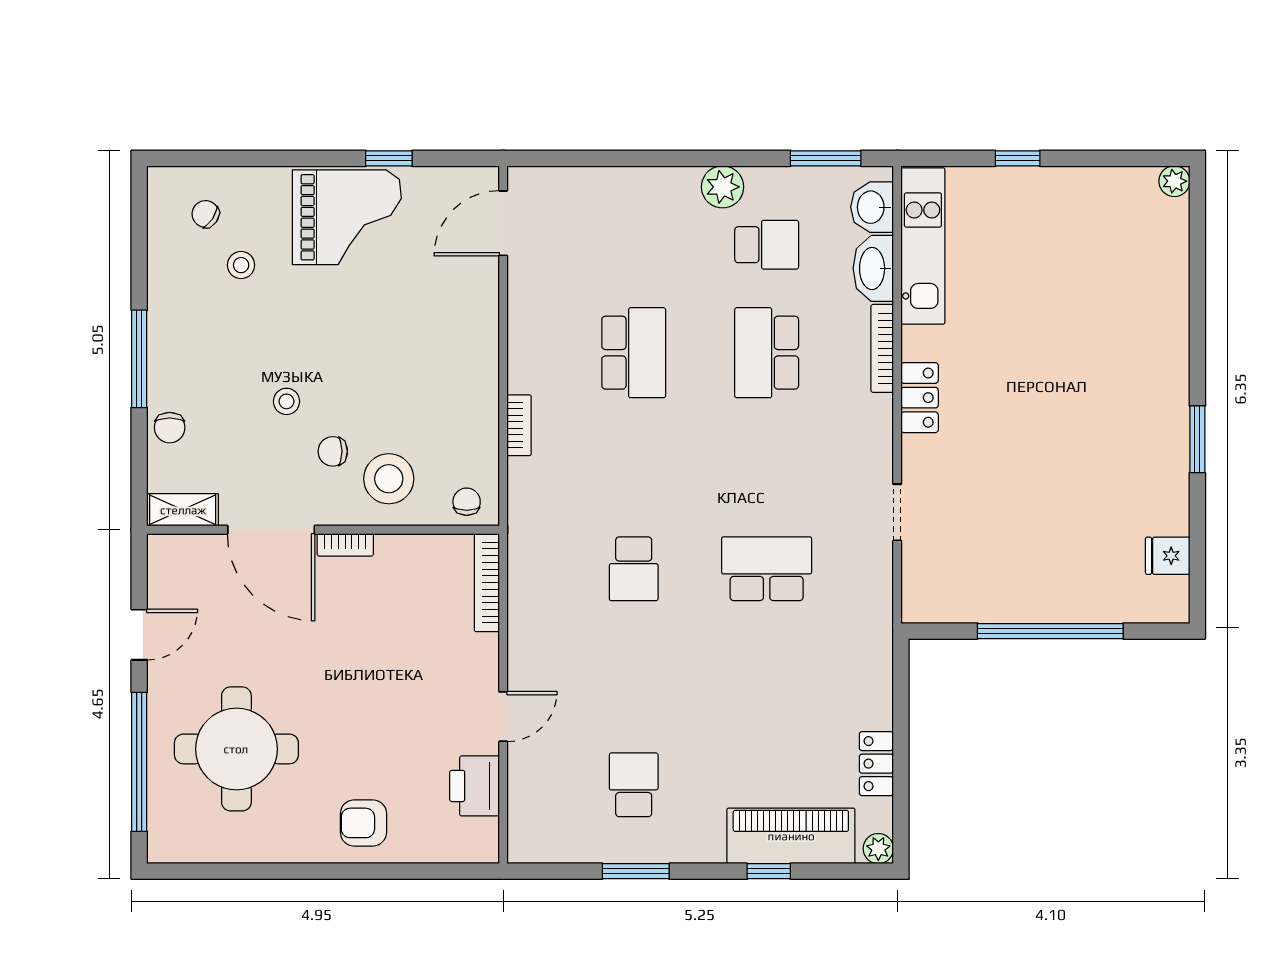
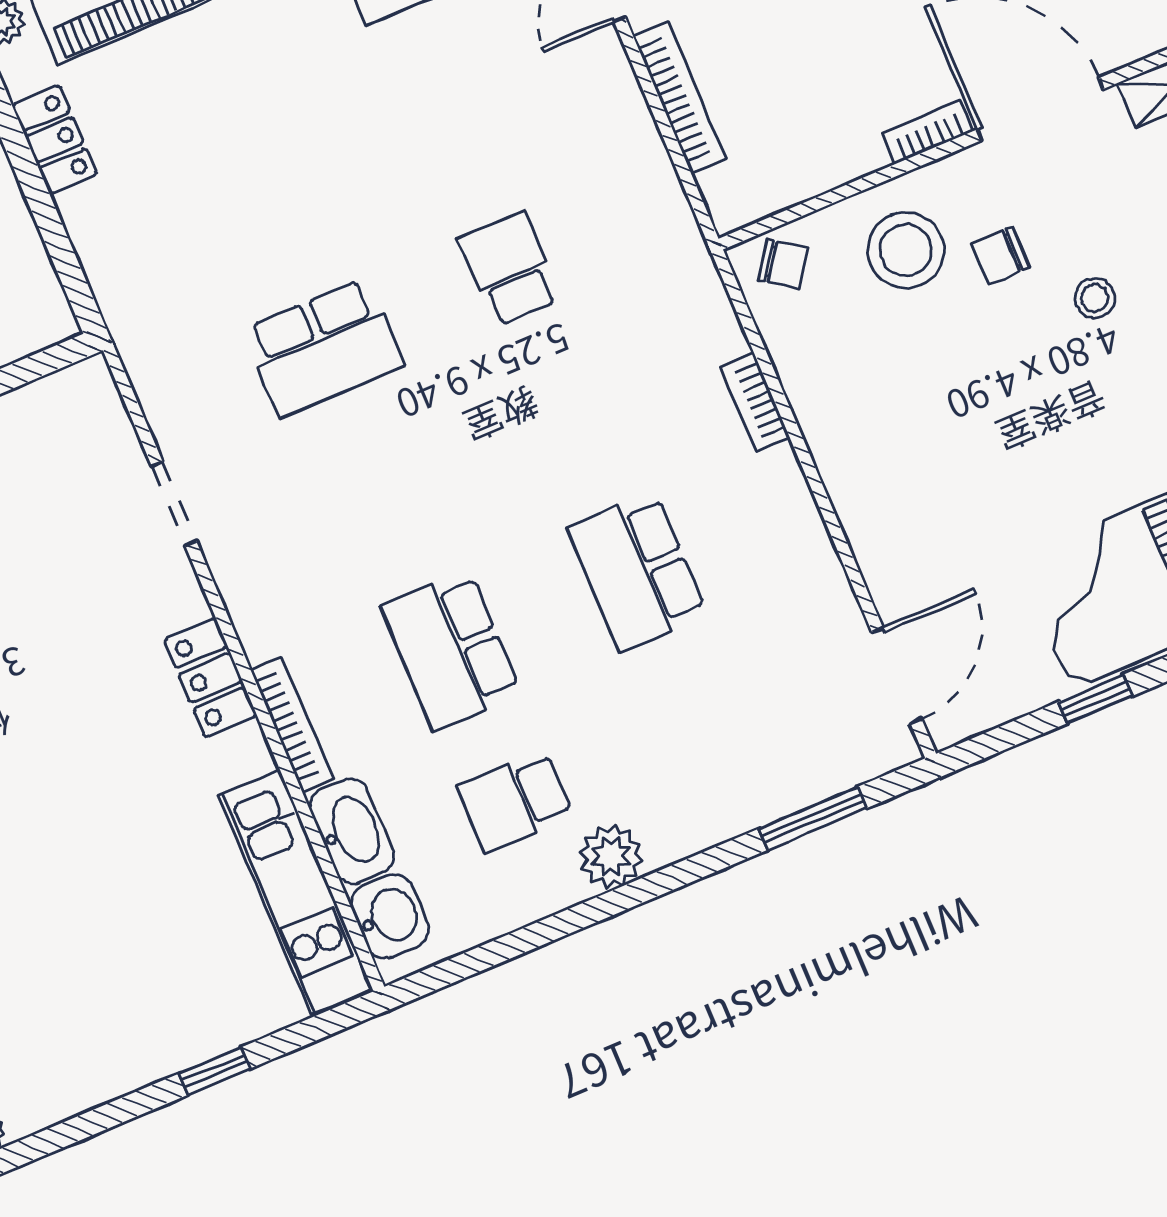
window: (826, 158) -> (813, 818), moved
school desk: (767, 353) -> (451, 650), turned 180
chair: (333, 451) -> (1000, 255), turned 180
chair: (467, 502) -> (783, 264), turned -55
bookcase: (487, 583) -> (679, 98), moved

